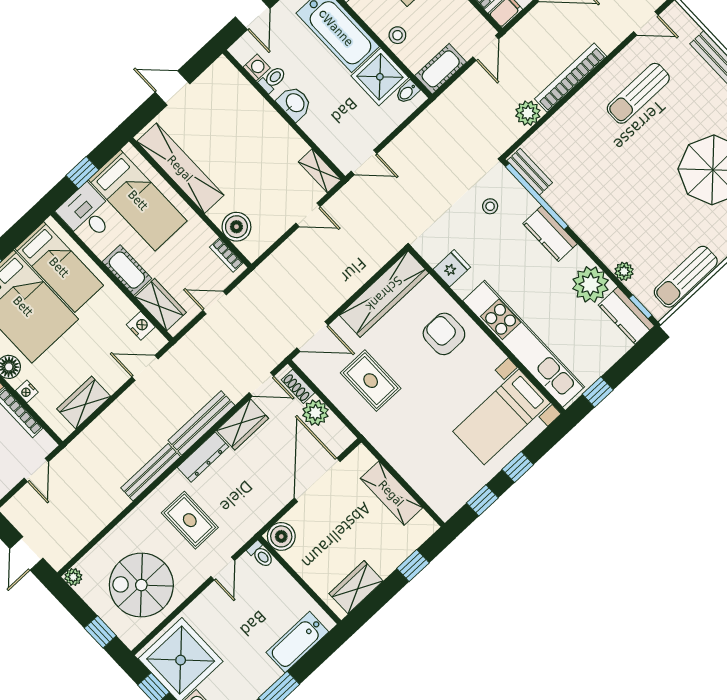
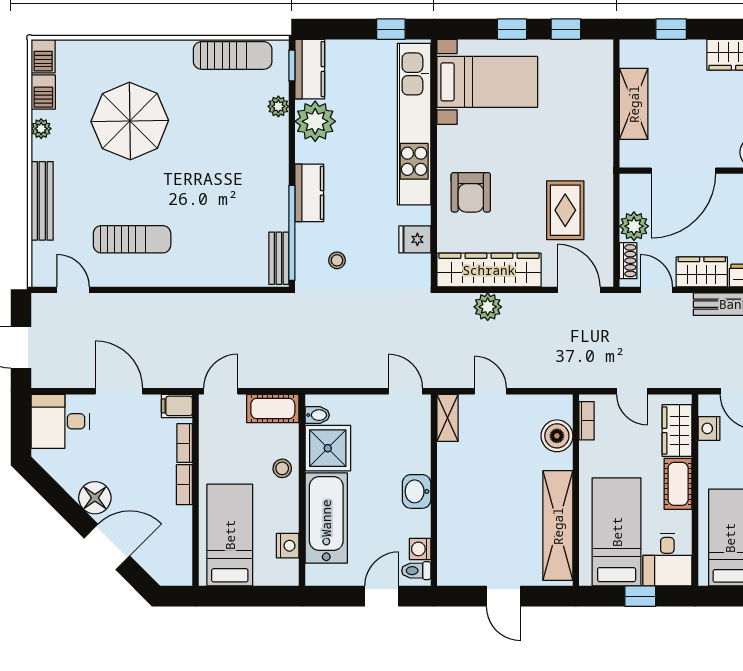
bookcase: (571, 78) -> (175, 303), removed
toilet: (273, 79) -> (416, 571), moved
plant: (528, 113) -> (488, 307), moved

